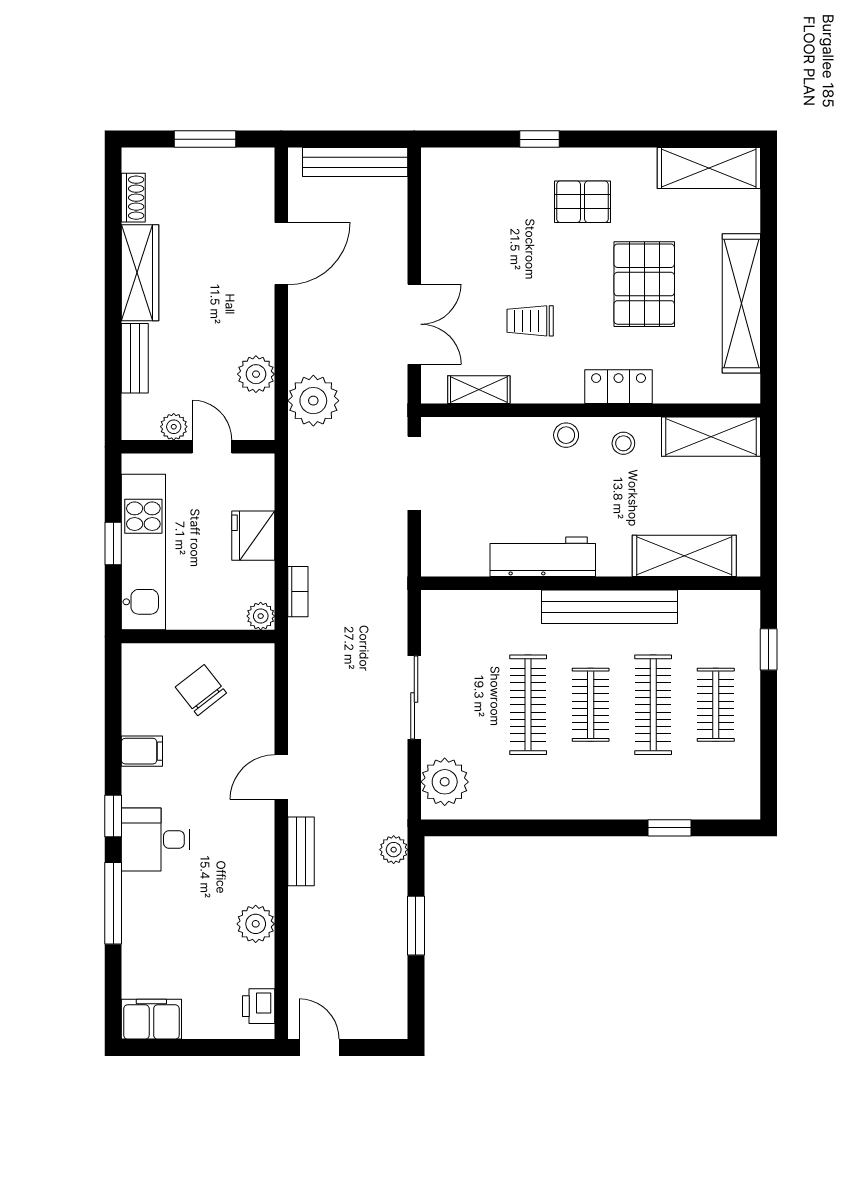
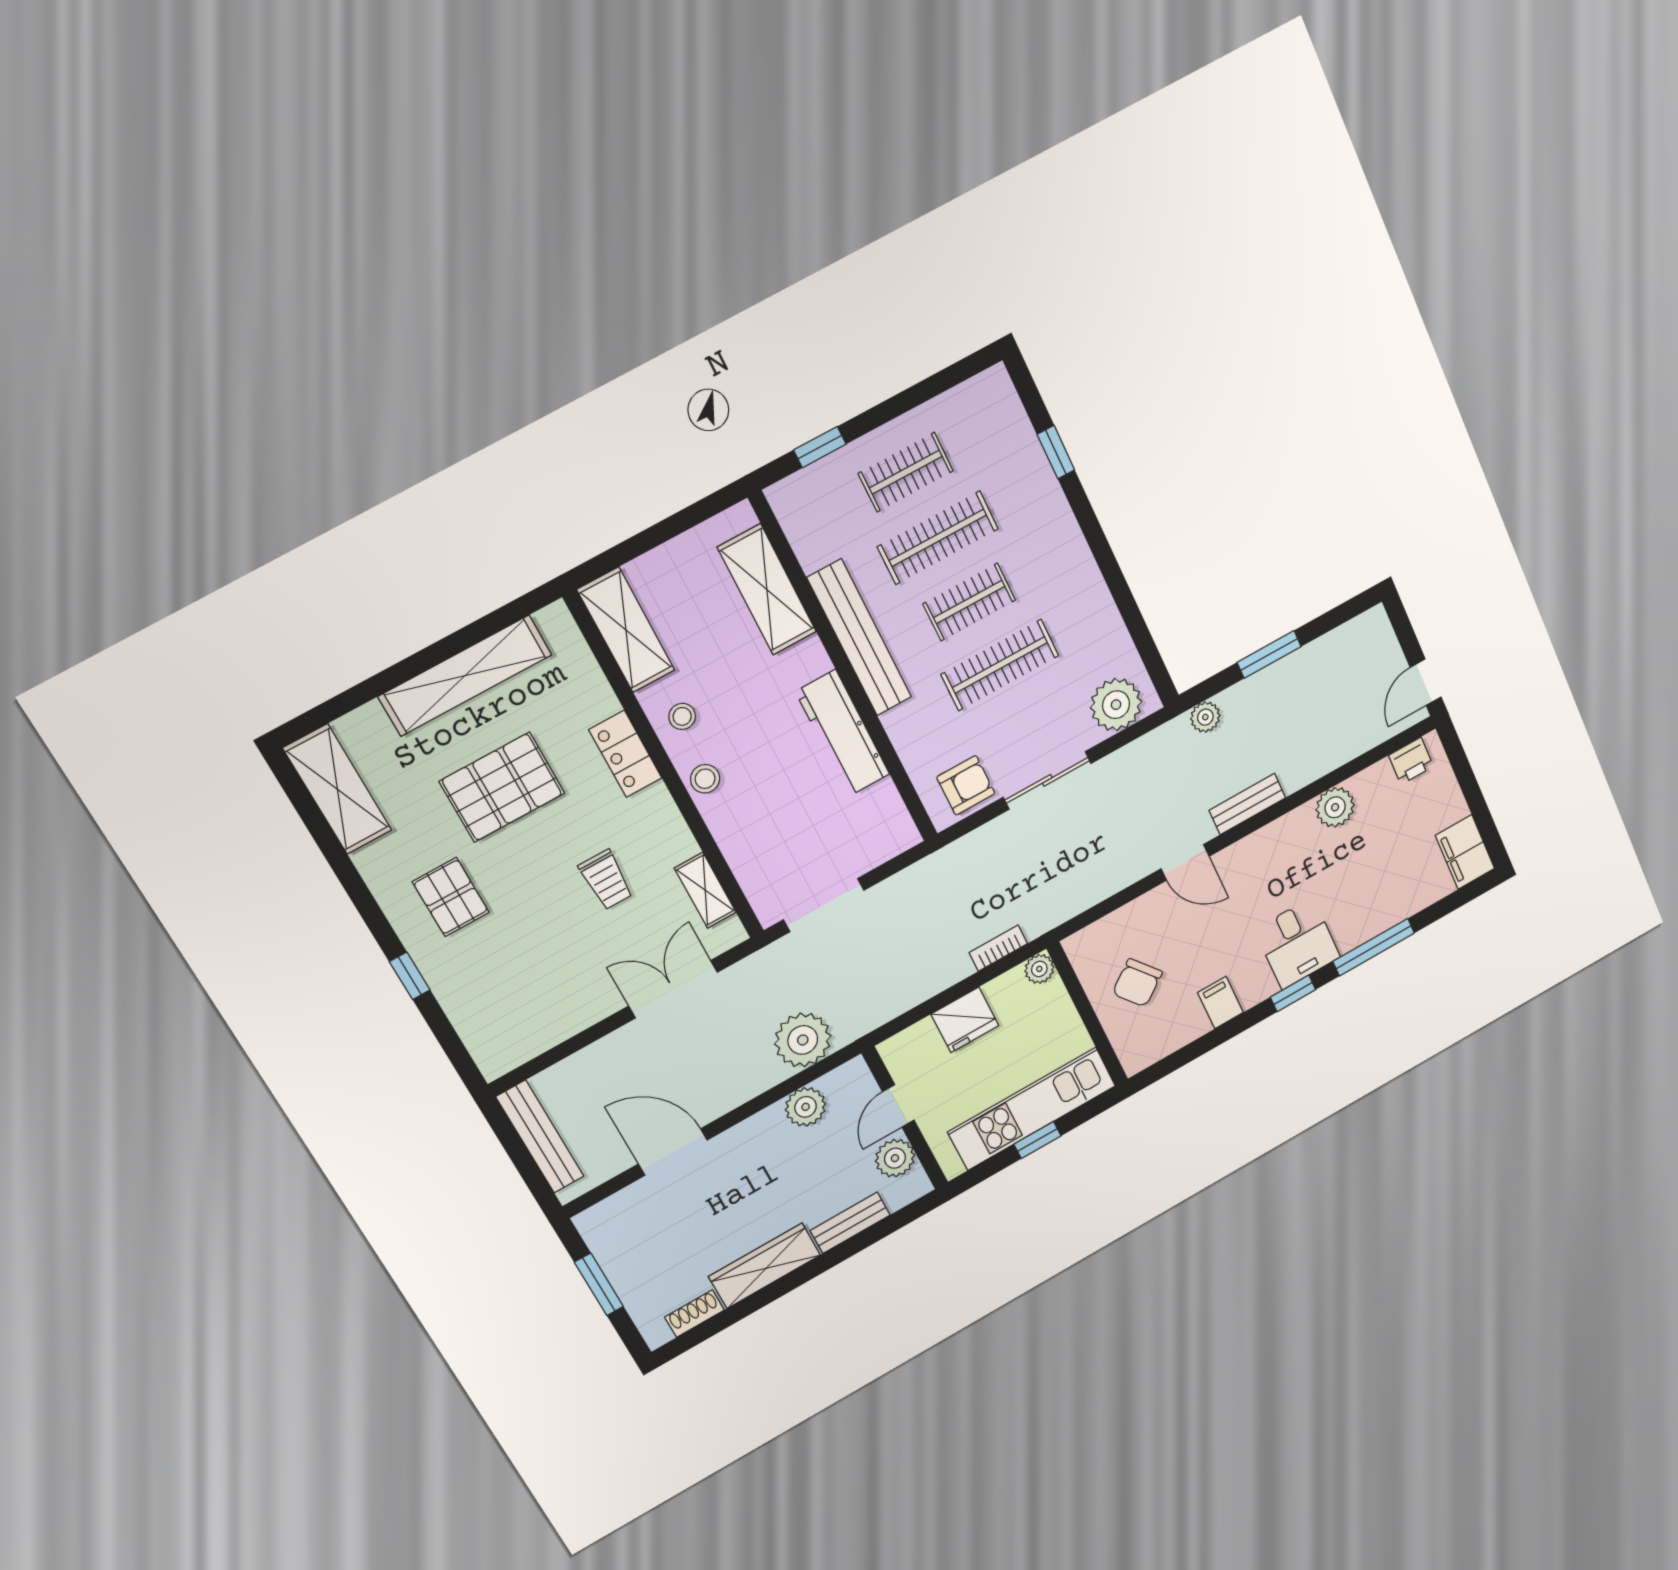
plant: (174, 427) -> (895, 1158), width x1.38, depth x1.38
armchair: (447, 631) -> (966, 785), added

